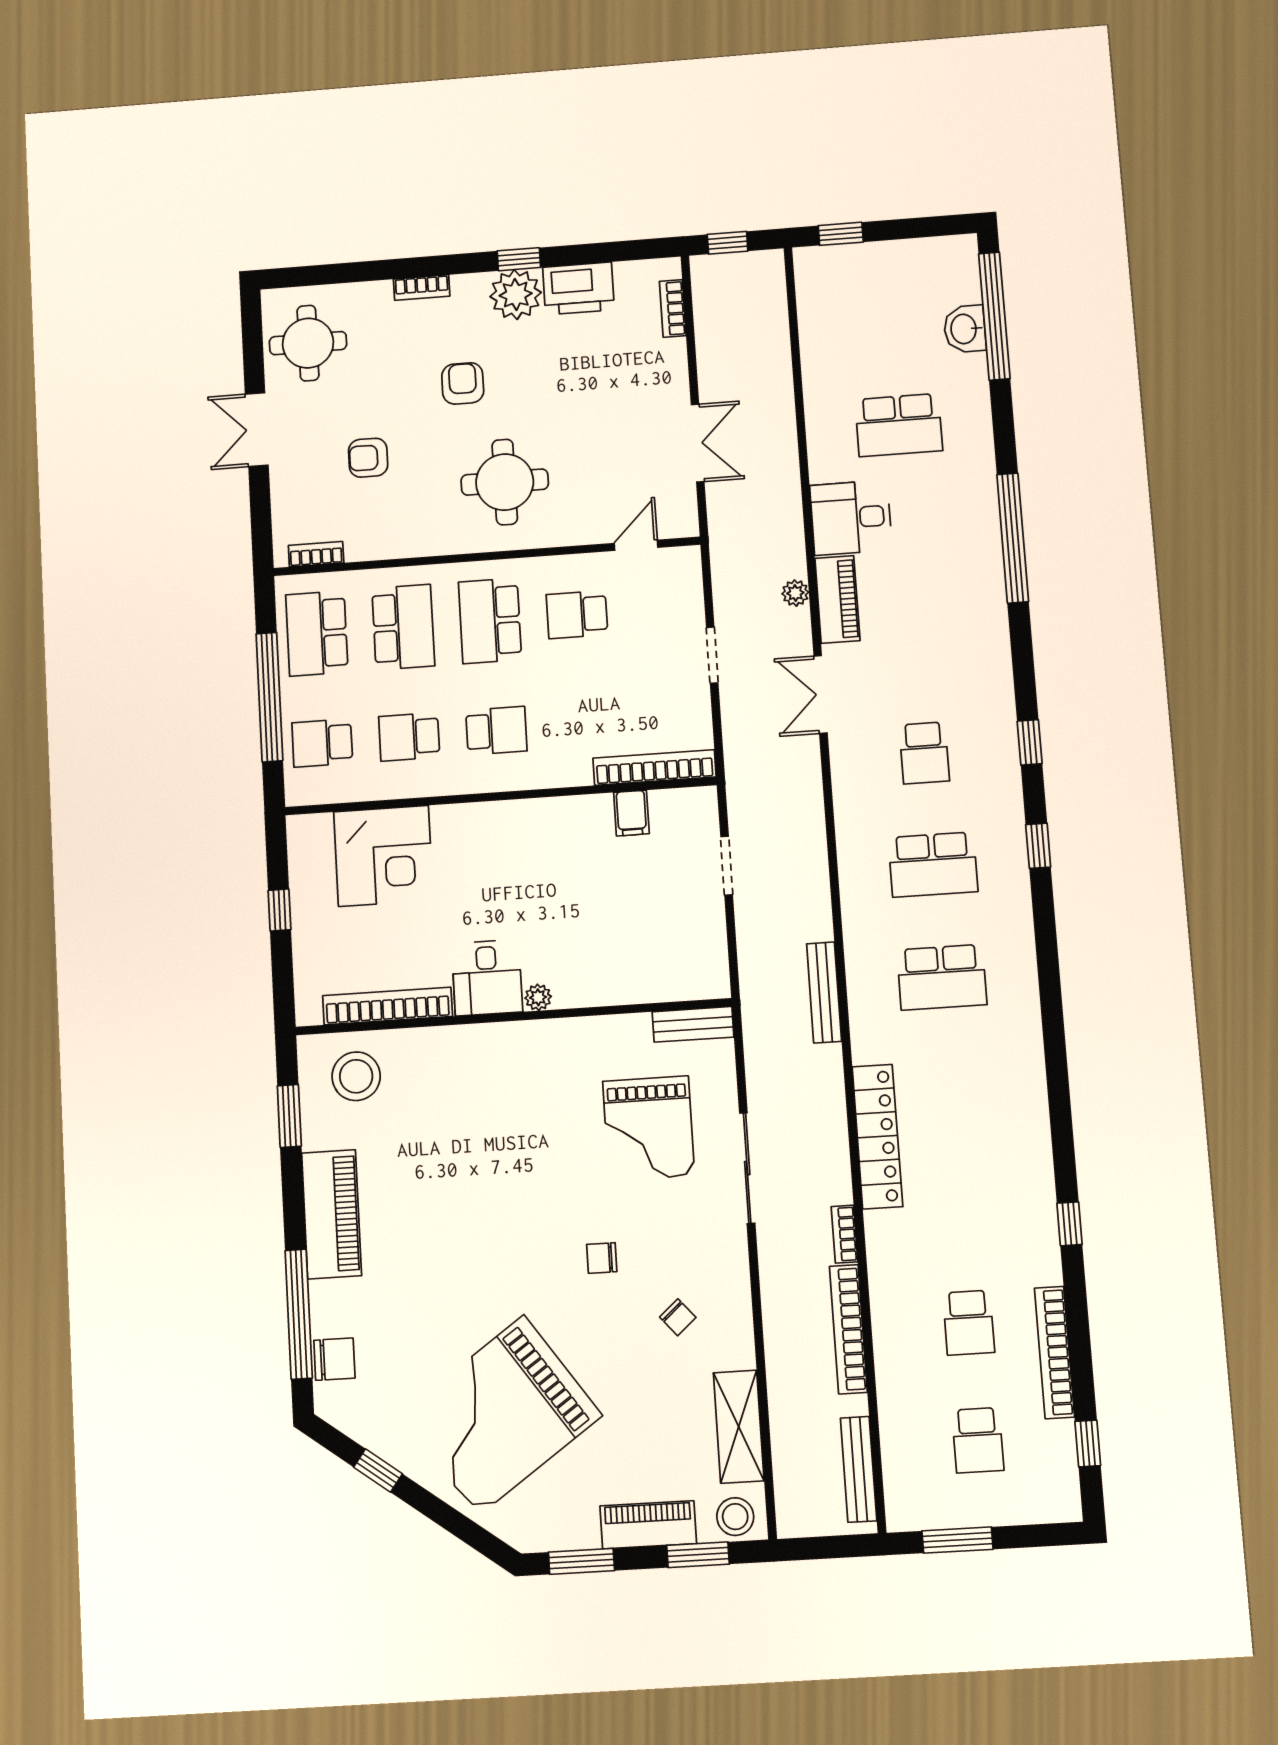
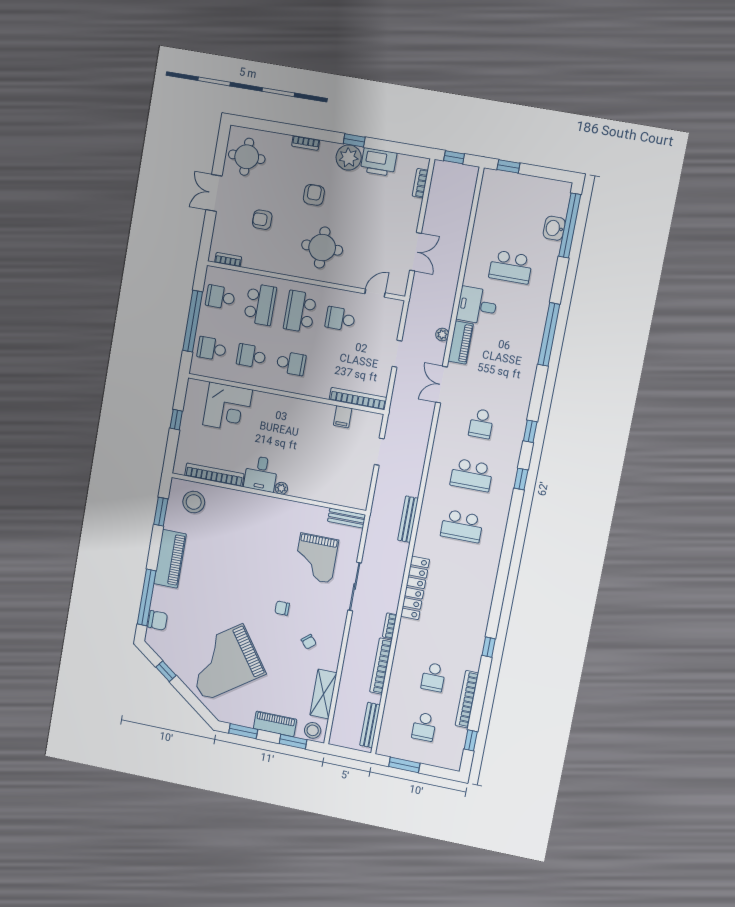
school desk: (317, 633) -> (220, 297), width x0.54

